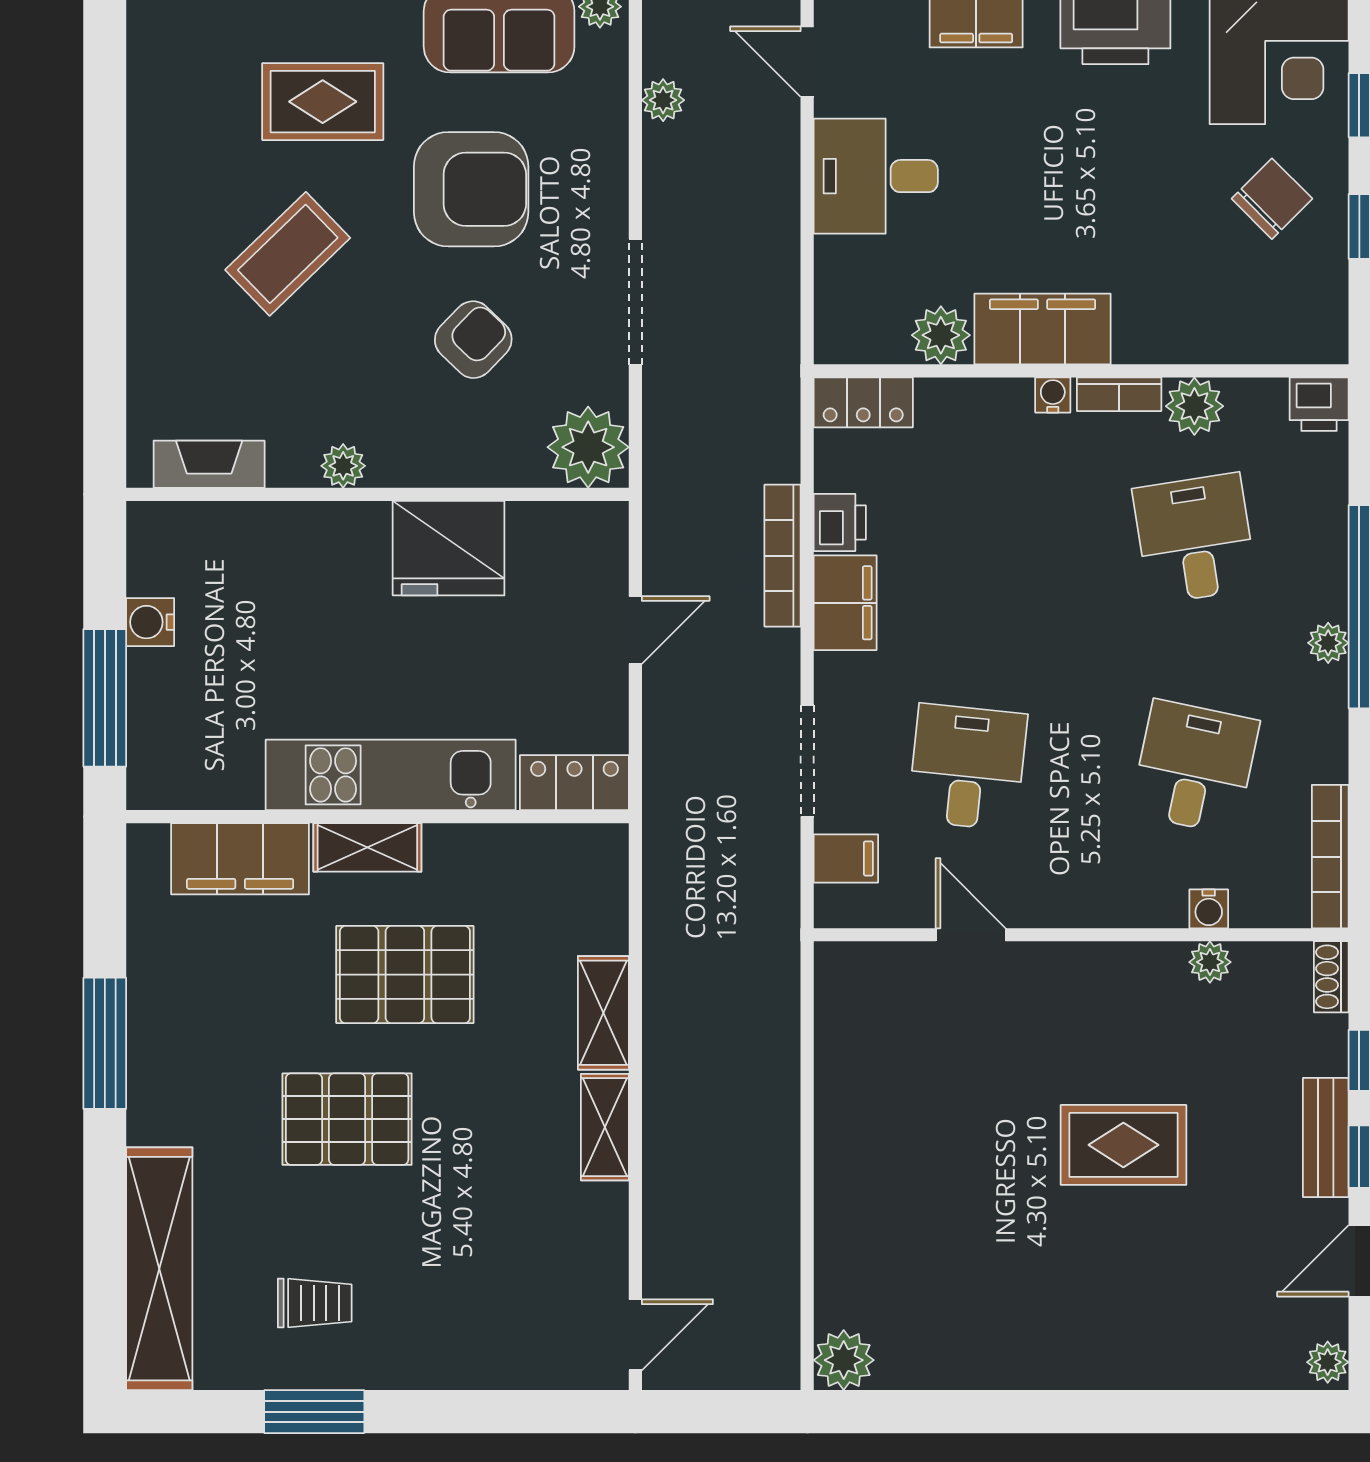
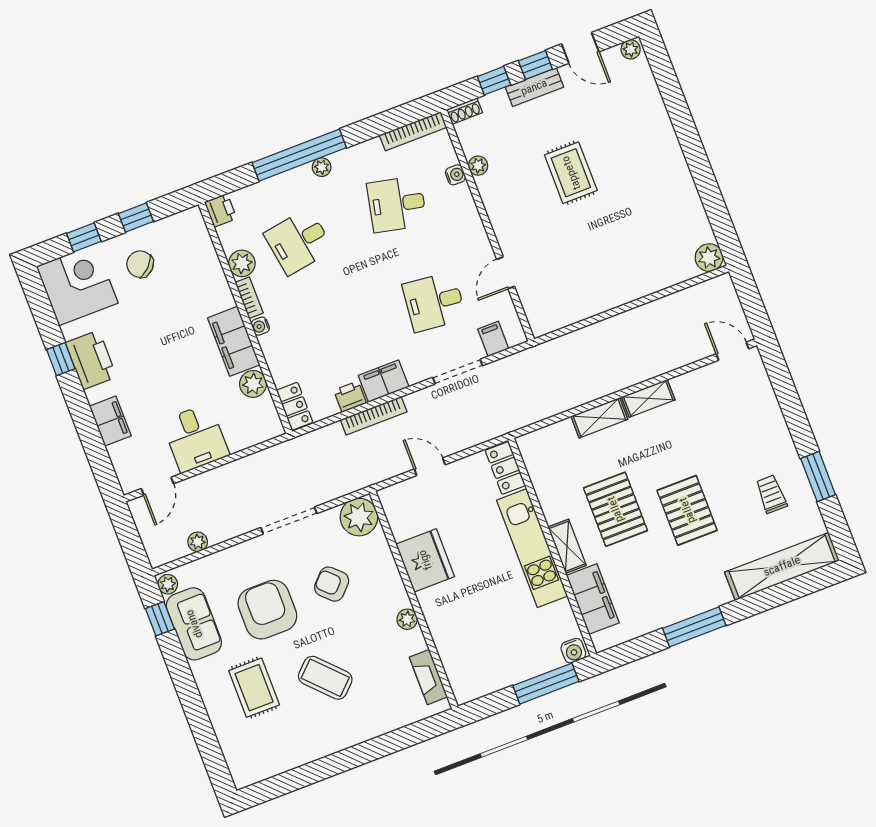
water cooler: (150, 622) -> (573, 651), moved

